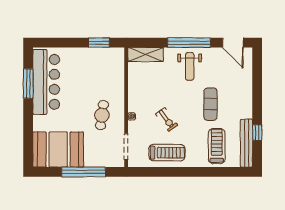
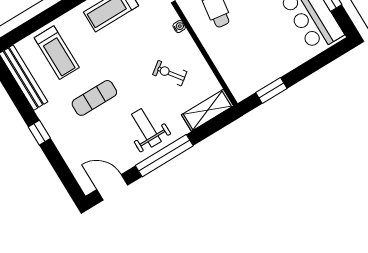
exercise mat: (210, 104) -> (94, 98), turned 90
exercise bike: (167, 119) -> (170, 73), moved
window: (257, 133) -> (39, 133), moved

